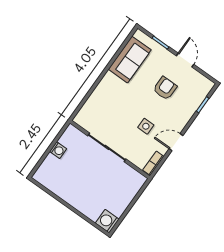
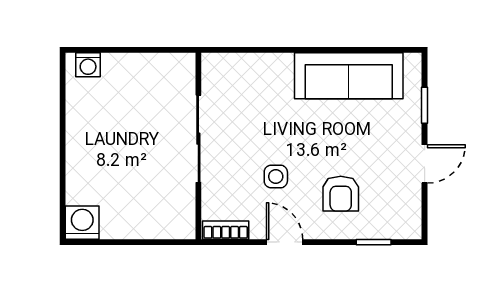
sofa: (130, 60) -> (349, 76), width x1.36
armchair: (165, 88) -> (341, 194), moved, turned 90
washing machine: (58, 150) -> (88, 65), moved

